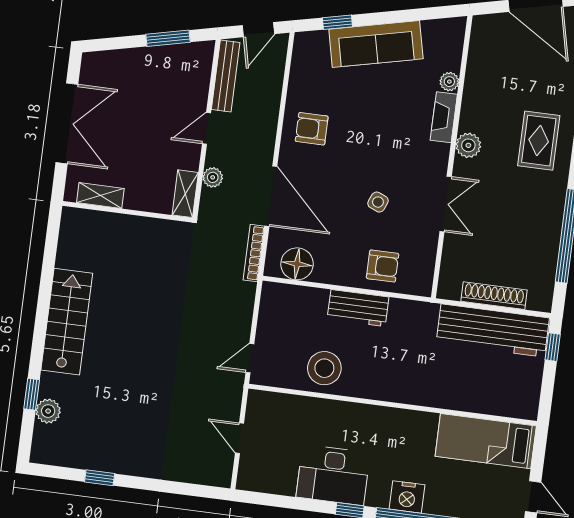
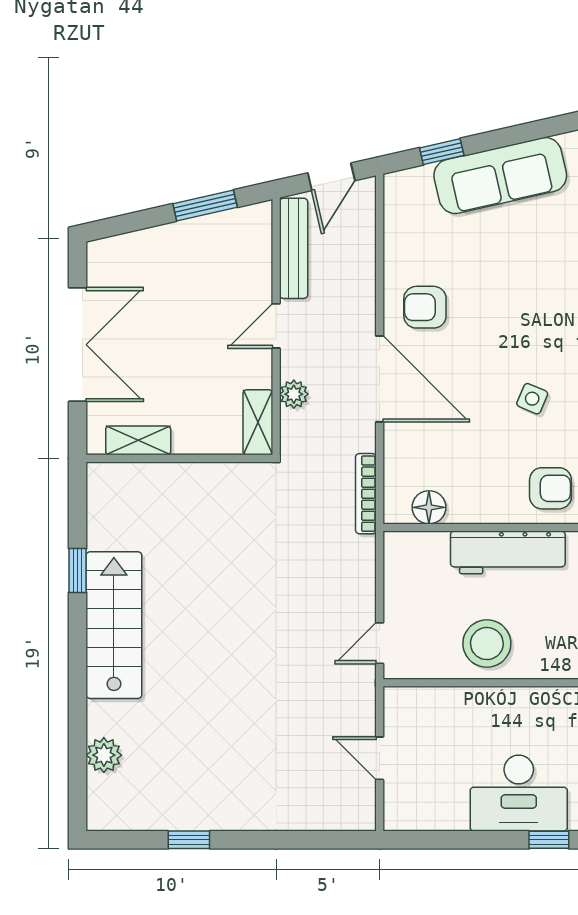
door: (271, 196) -> (380, 379), moved
floor lamp: (297, 264) -> (429, 507), width x0.73, depth x0.73
workbench: (358, 308) -> (508, 552), width x1.38
window: (32, 394) -> (78, 570), moved

